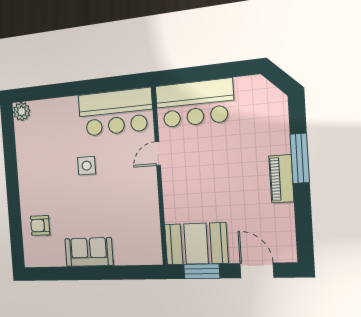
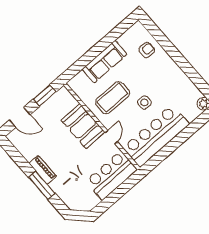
bar counter: (115, 112) -> (156, 136), width x1.36
coffee table: (120, 201) -> (113, 98), added
booth: (196, 244) -> (83, 126), moved, turned 90
sofa: (89, 252) -> (105, 62), width x1.36

